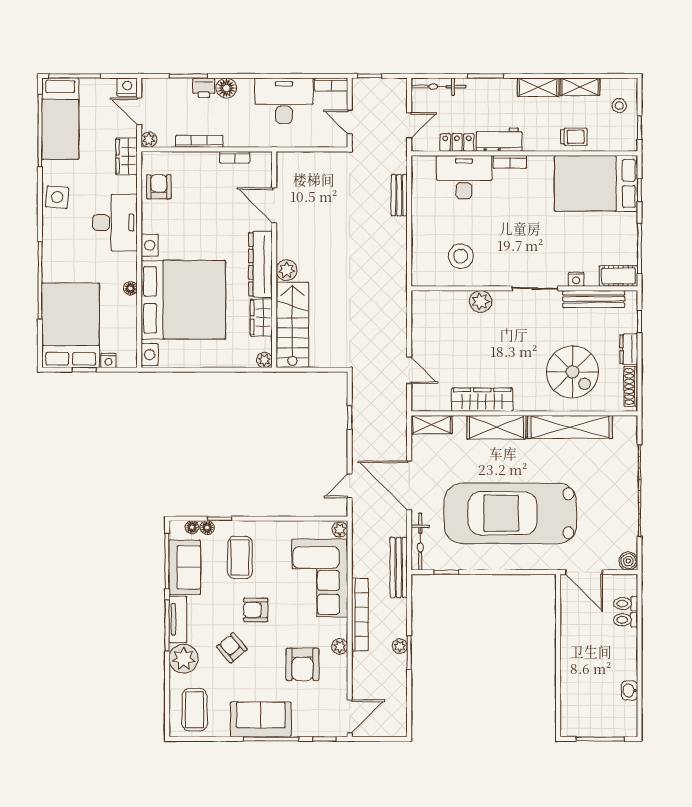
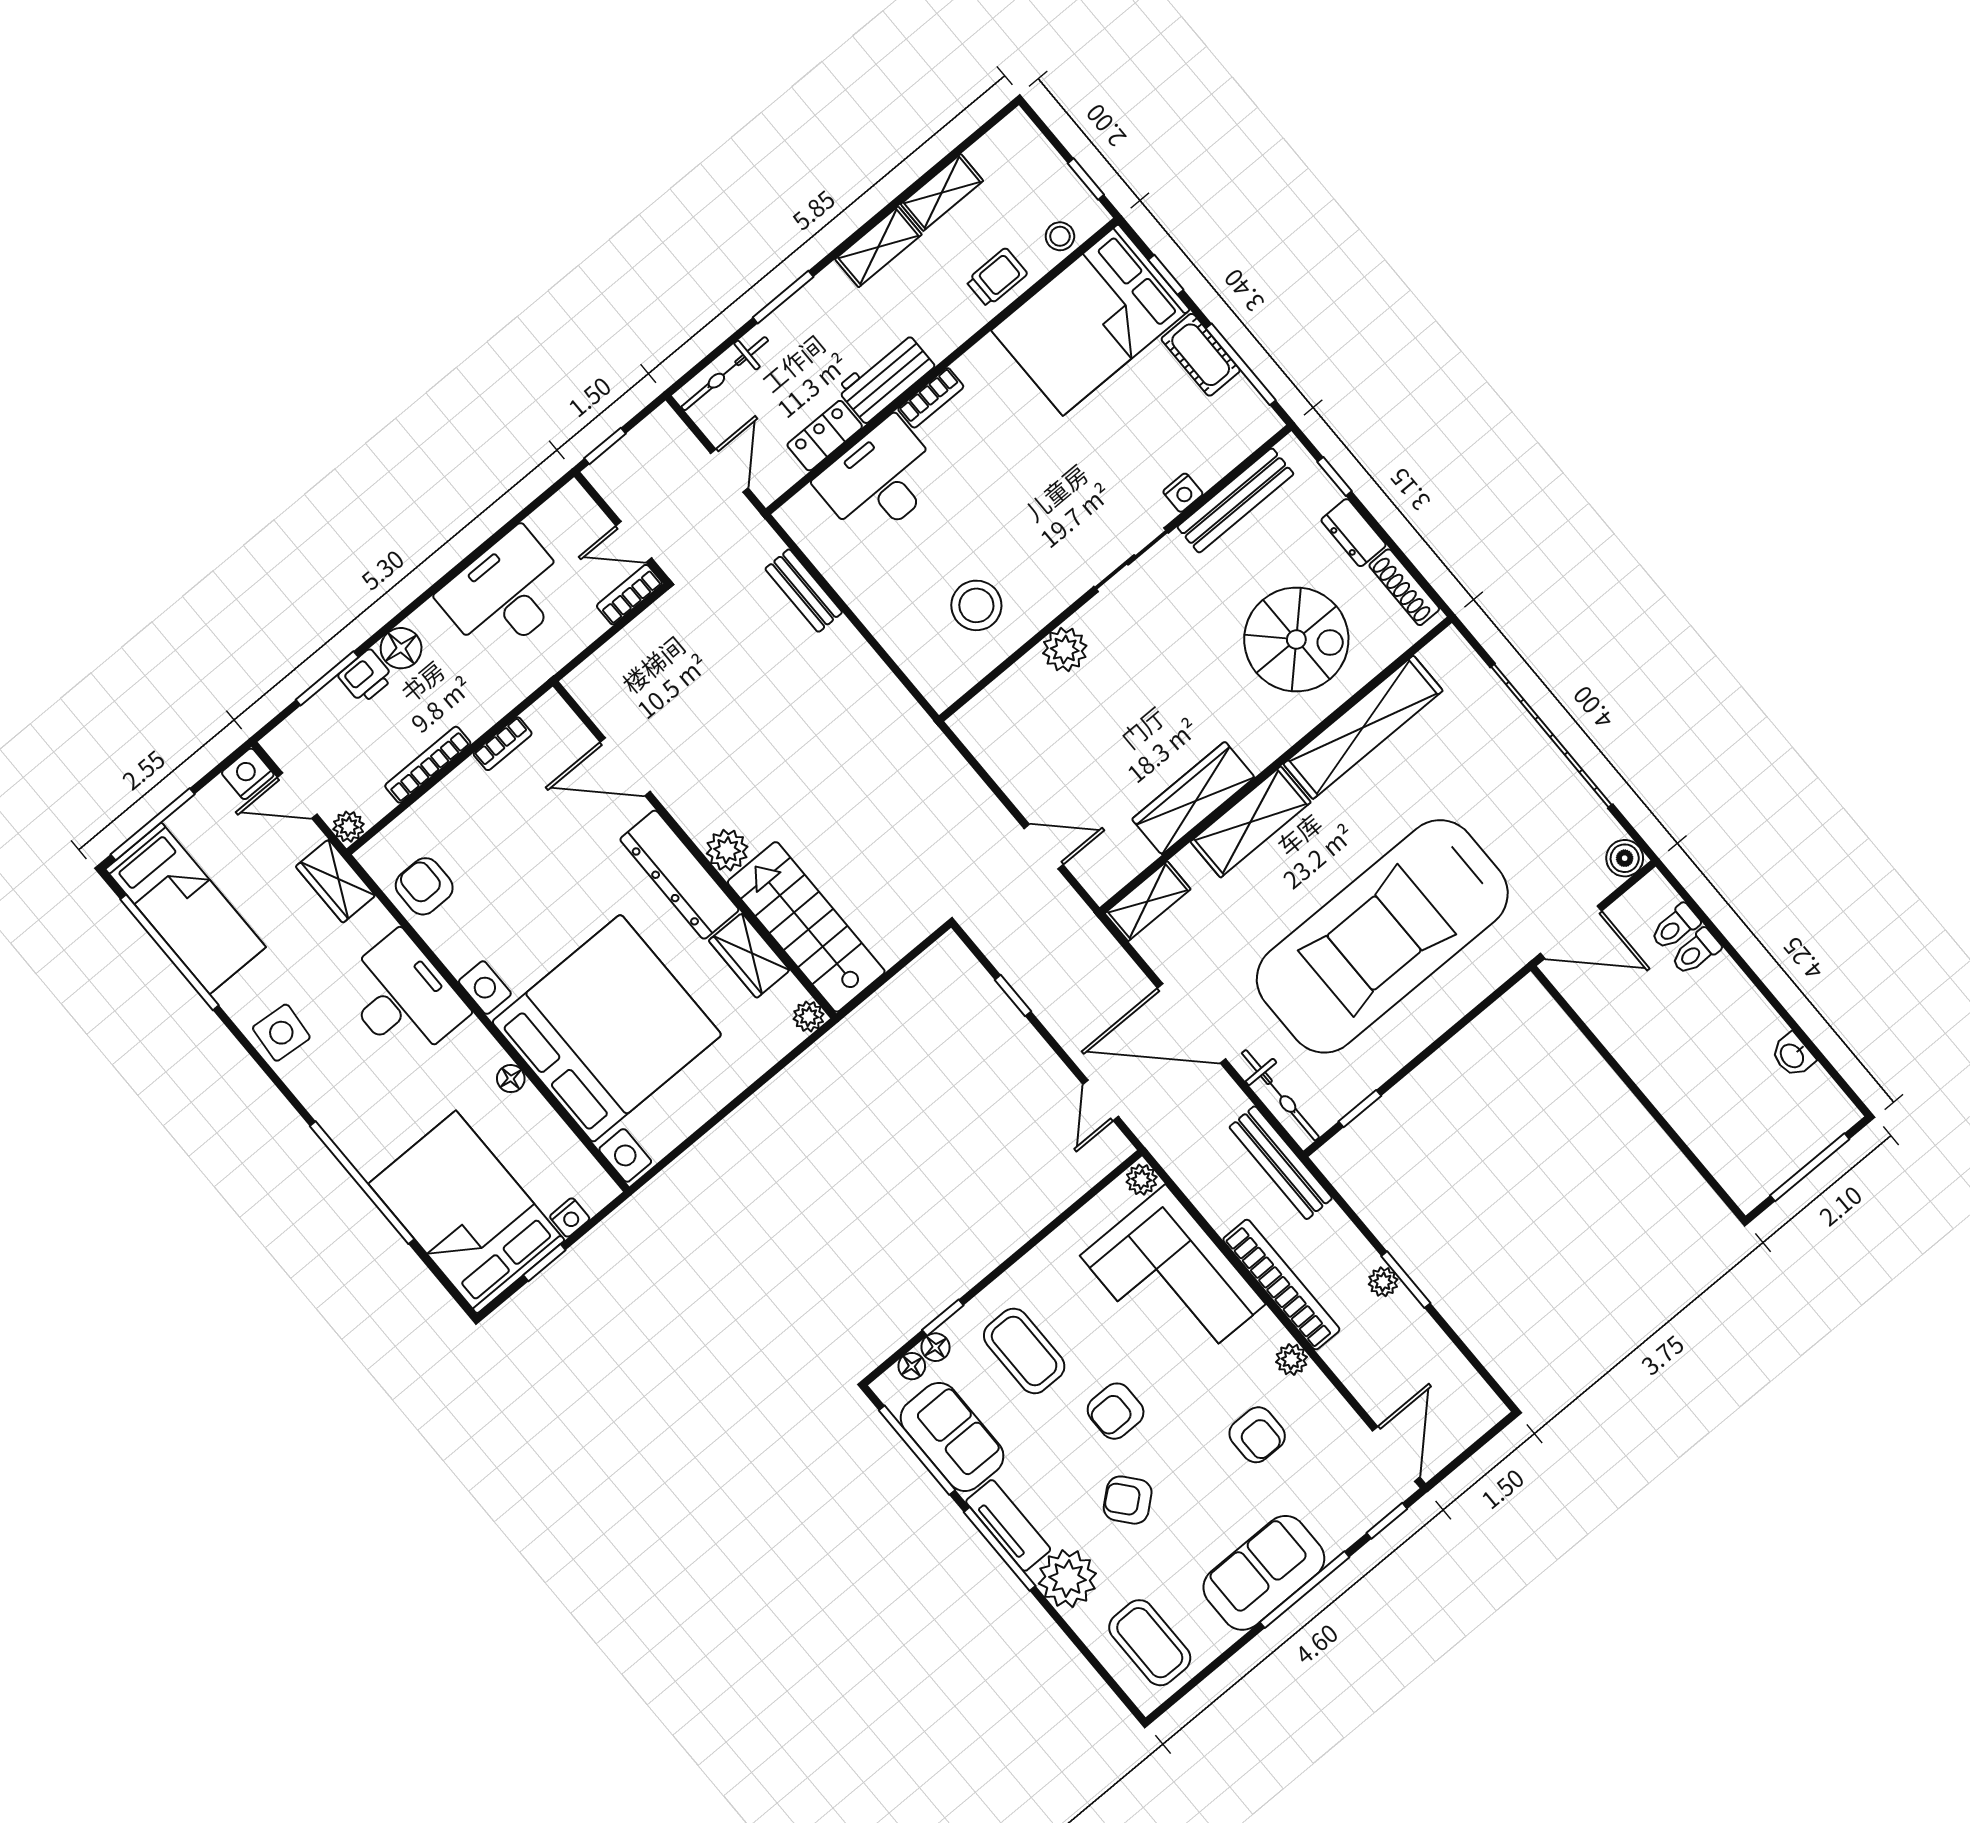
bookcase: (331, 85) -> (629, 595), moved, turned 180
stool: (619, 106) -> (1060, 236), moved
cot: (618, 276) -> (1201, 355), moved, turned 90
armchair: (302, 664) -> (1257, 1435), width x0.72, depth x0.72

